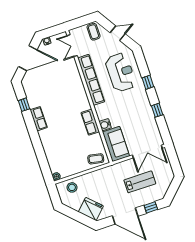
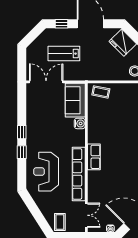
door: (118, 33) -> (36, 212), removed
window: (157, 110) -> (22, 132), moved
row of seats: (90, 122) -> (94, 157), moved

